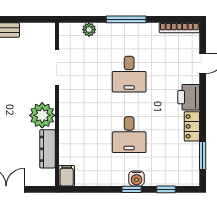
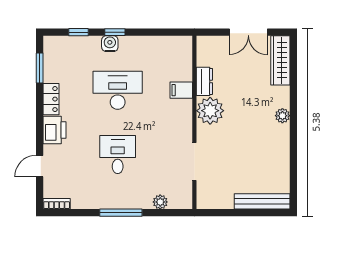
bookcase: (179, 28) -> (57, 204), width x0.64
desk: (129, 135) -> (118, 90), width x1.37
dresser: (47, 149) -> (204, 81), width x0.70
filing cabinet: (67, 176) -> (181, 90), moved, turned 90

